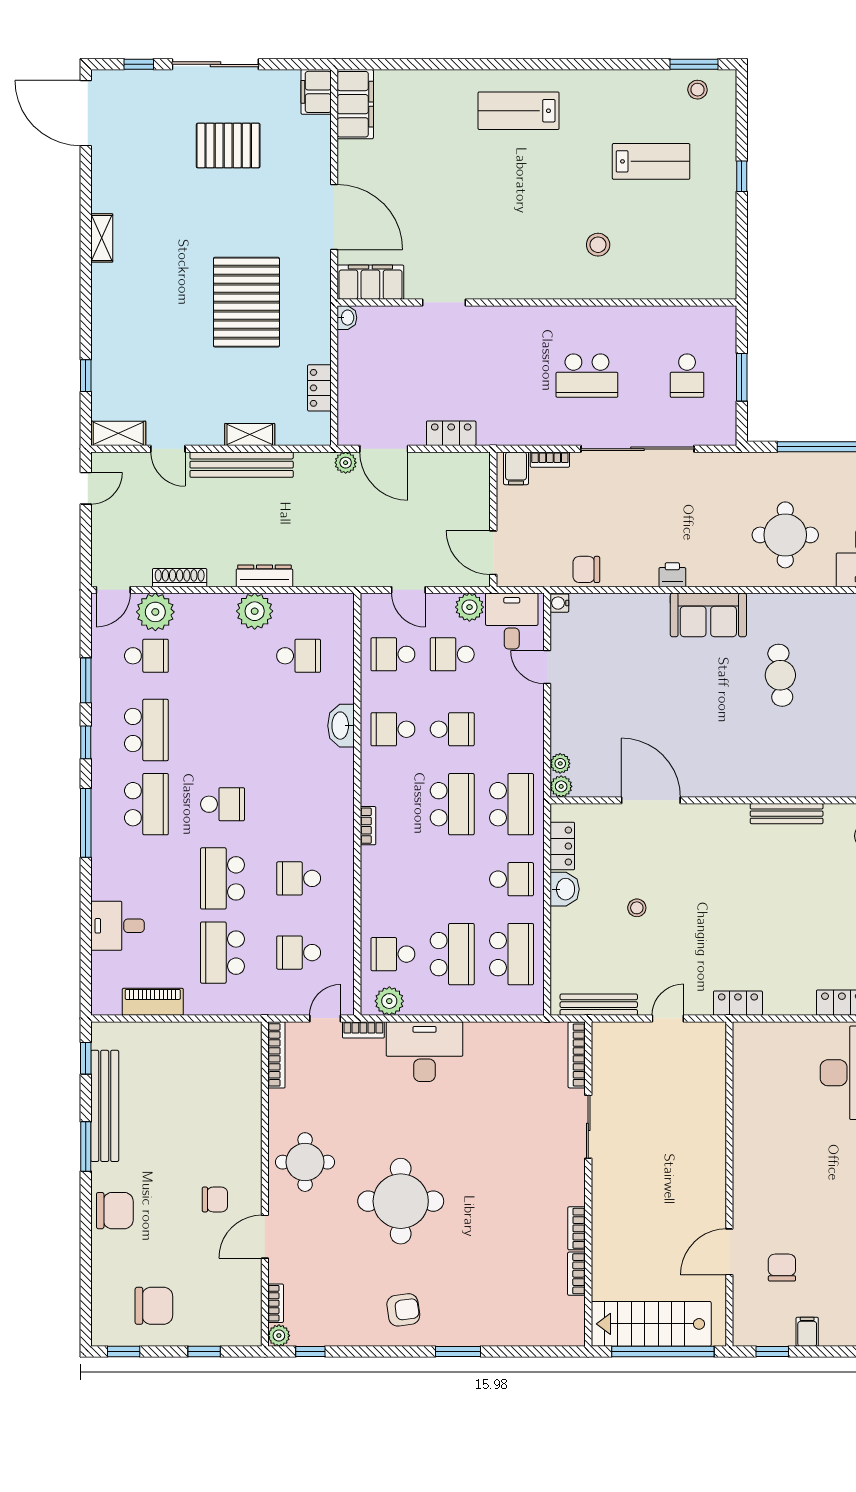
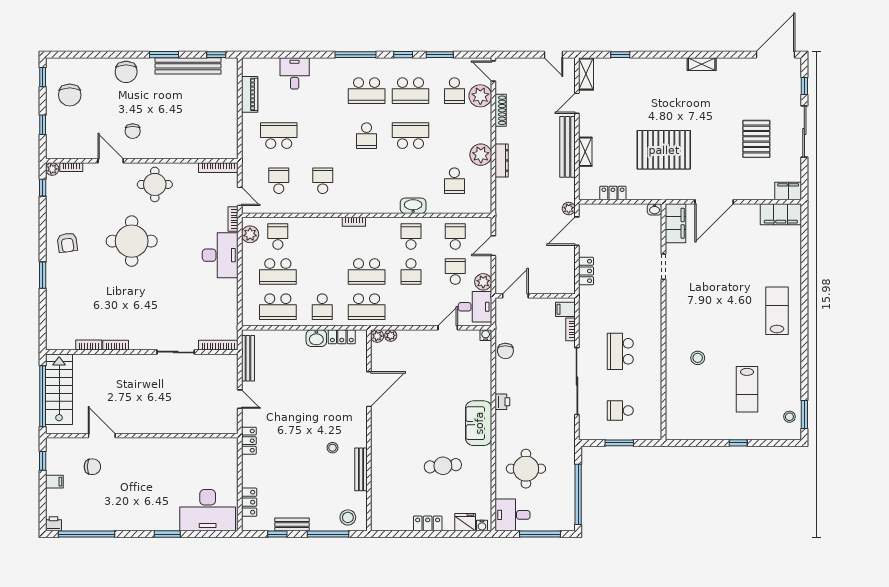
chair: (586, 569) -> (505, 351), turned 180
school desk: (223, 878) -> (410, 136), moved
stool: (637, 908) -> (332, 448), moved

